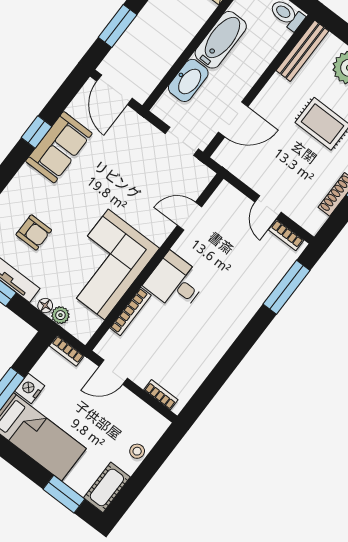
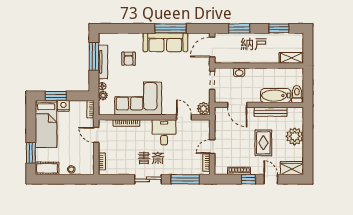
bathtub: (221, 40) -> (276, 96), moved, turned 180
bench: (302, 51) -> (271, 112), moved
washbasin: (188, 80) -> (239, 72), width x0.52, depth x0.69
window: (36, 132) -> (170, 28), width x2.17
doorway: (182, 141) -> (212, 80), moved
sofa: (59, 147) -> (165, 42), width x1.36
plant: (199, 176) -> (204, 109), added
desk: (175, 283) -> (164, 132), moved
sliding door: (243, 345) -> (148, 179), added

